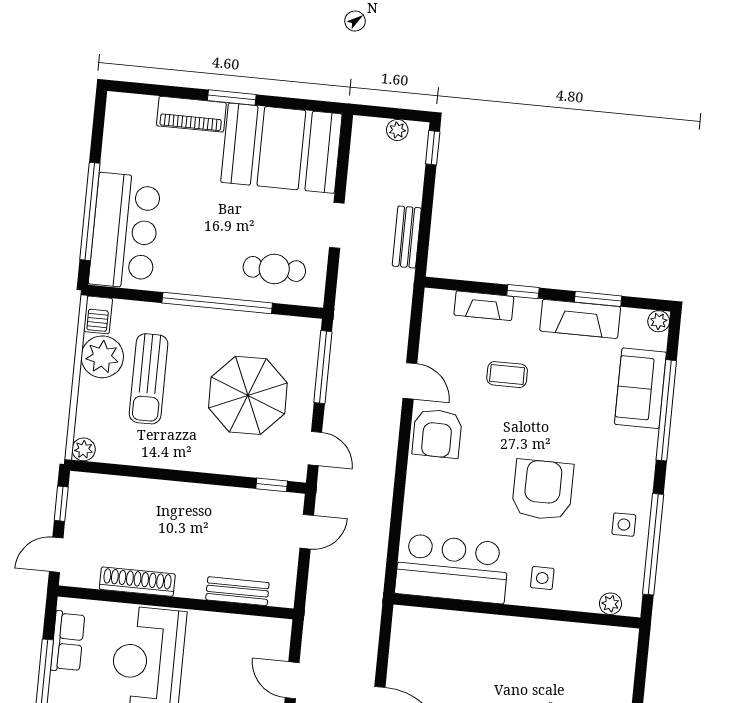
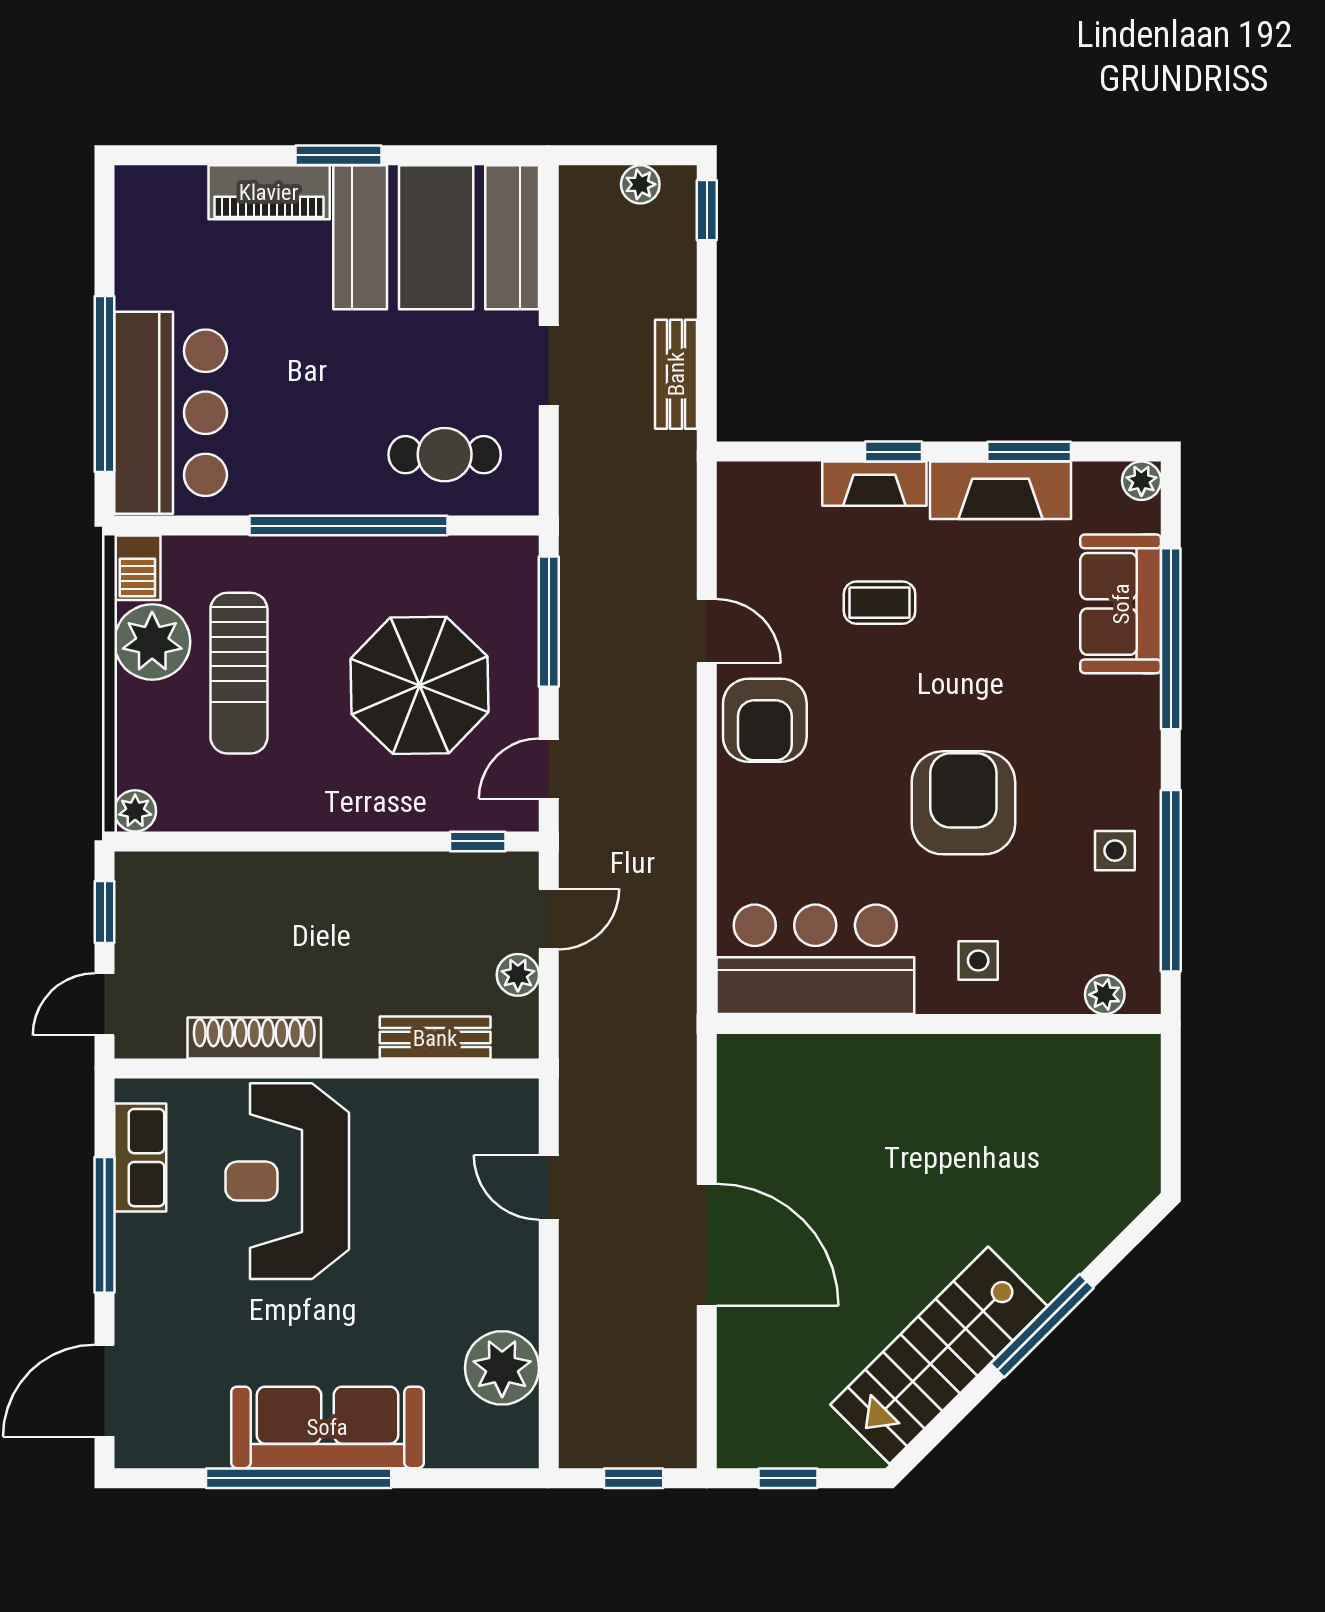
fireplace: (484, 306) -> (874, 484), moved
door: (315, 448) -> (549, 769), swing flipped
plant: (287, 561) -> (518, 975), added

